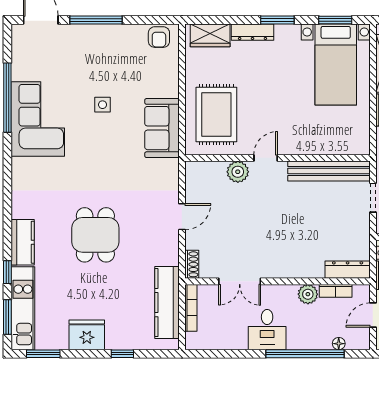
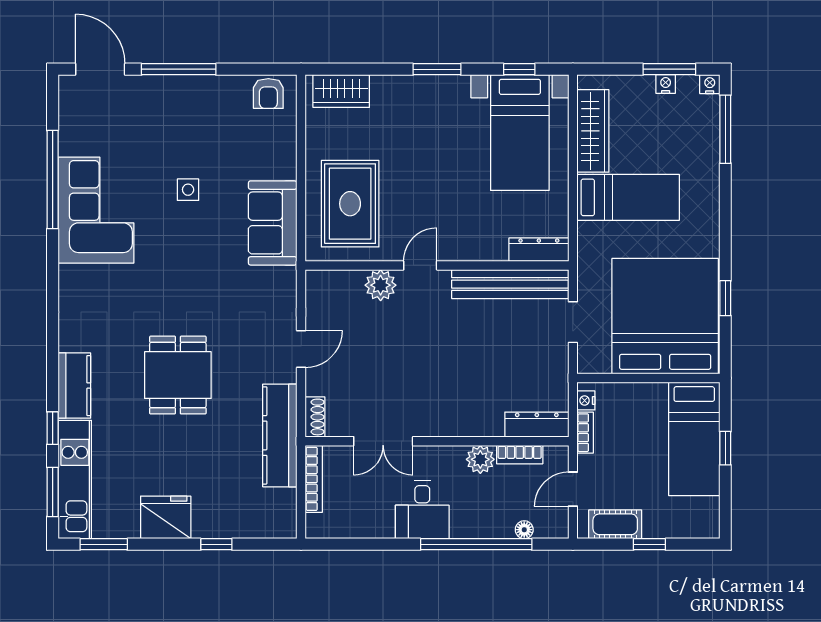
window: (335, 20) -> (519, 69), width x0.67
dresser: (253, 32) -> (539, 250), moved, turned 180
kitchen counter: (167, 303) -> (280, 435), moved

